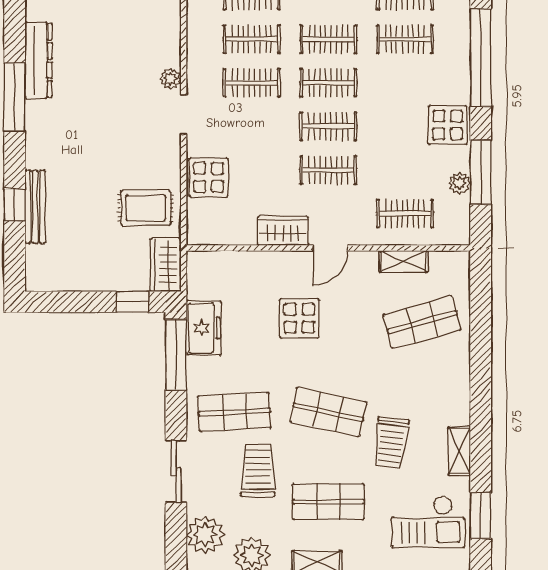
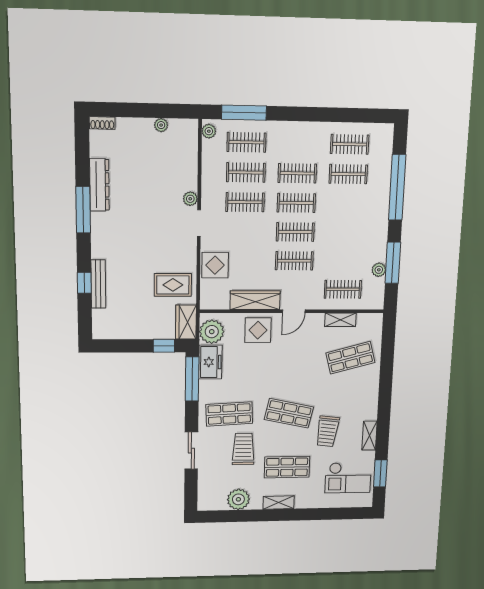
display table: (448, 125) -> (373, 232), removed
wardrobe: (283, 231) -> (255, 300), width x1.50
display table: (299, 318) -> (258, 330), moved
plant: (205, 535) -> (212, 332), moved

